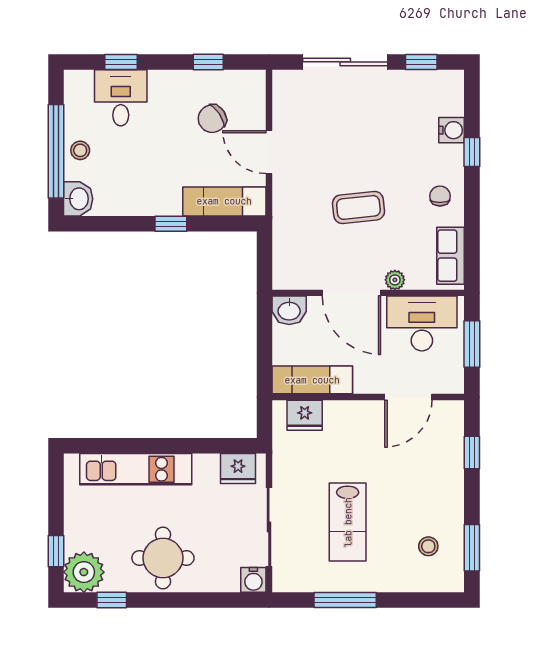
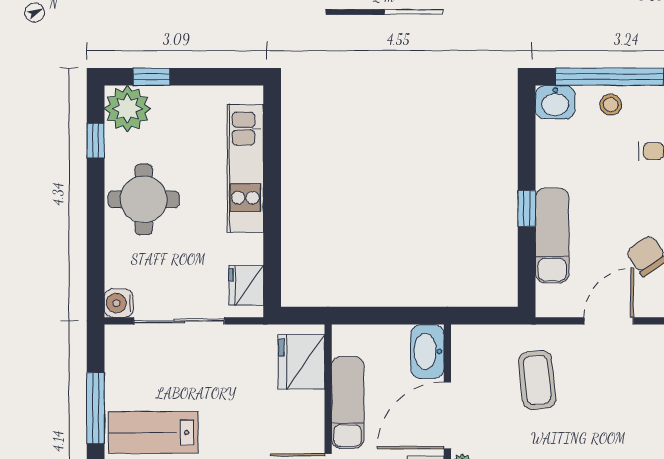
exam couch: (224, 201) -> (552, 235), moved
coffee table: (358, 207) -> (537, 380), moved
washbasin: (289, 310) -> (427, 351), width x1.38
exam couch: (312, 380) -> (348, 402), moved
fridge: (305, 415) -> (301, 362), width x1.36, depth x1.34
lab bench: (348, 522) -> (153, 432), moved

